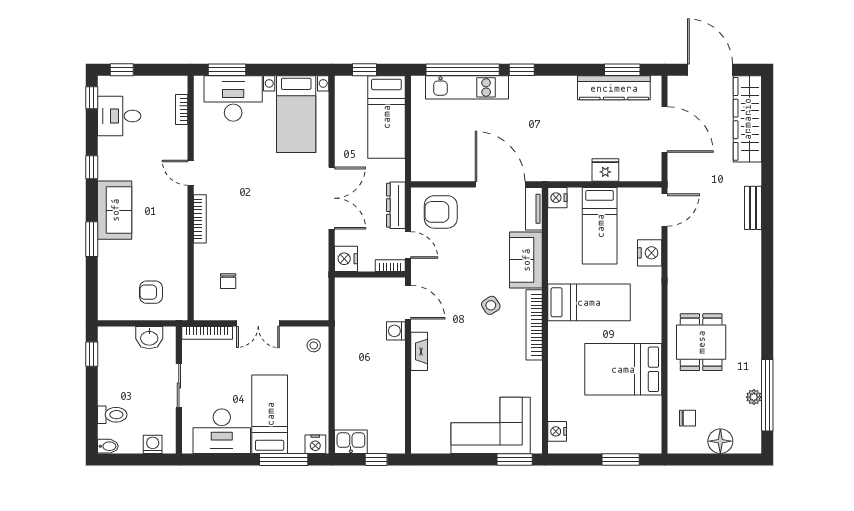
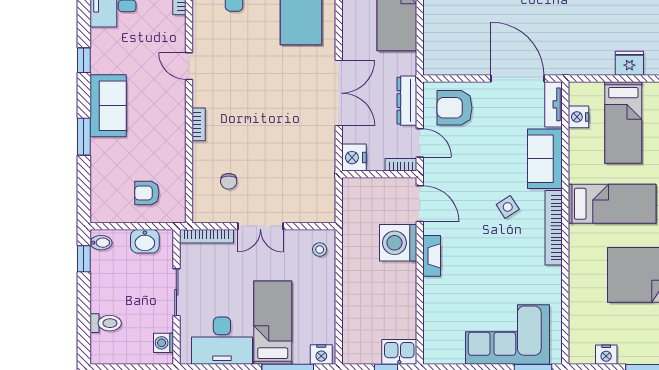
nightstand: (557, 198) -> (578, 117), moved
bookcase: (200, 219) -> (199, 124), width x0.64
washing machine: (396, 331) -> (398, 243), width x1.89, depth x1.89
nightstand: (557, 431) -> (606, 355), moved, turned -90
kitchen sink: (351, 442) -> (399, 352), moved
washing machine: (153, 444) -> (164, 343), moved, turned -90
bidet: (108, 446) -> (101, 243), moved

